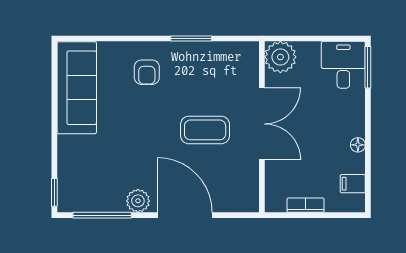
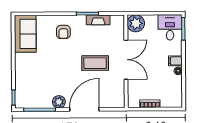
fireplace: (211, 50) -> (98, 20), added
sofa: (77, 88) -> (25, 34), width x0.73
filing cabinet: (353, 184) -> (175, 61), moved
door: (185, 215) -> (84, 109), hinge flipped

